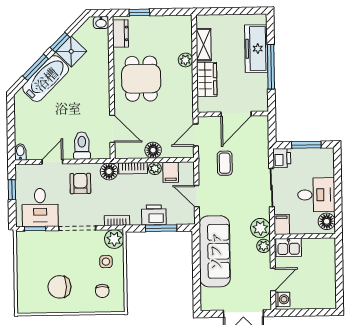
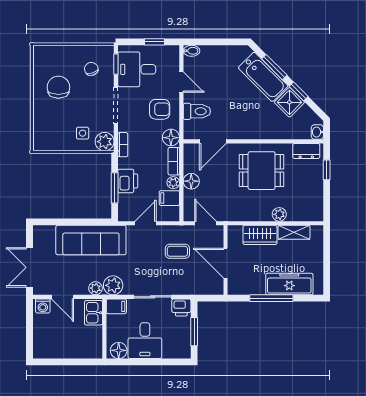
chair: (102, 291) -> (91, 69), moved, turned 71

